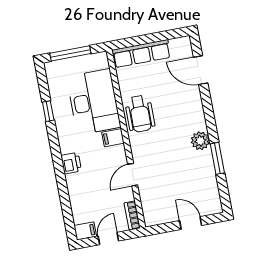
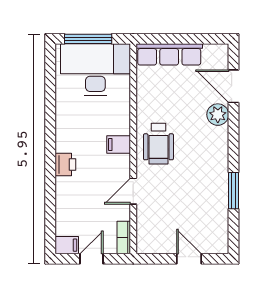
desk: (94, 102) -> (95, 70), moved, turned -90
window: (48, 111) -> (50, 100), removed
wheelchair: (140, 114) -> (158, 144), moved
plant: (200, 141) -> (218, 115), moved

